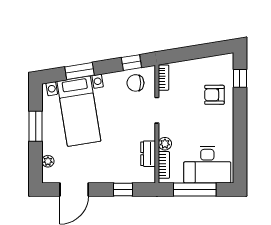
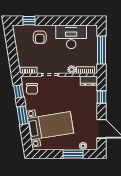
window: (80, 71) -> (23, 115), moved
window: (36, 126) -> (73, 154), moved
dresser: (148, 154) -> (89, 81), moved
desk: (207, 165) -> (71, 37), moved, turned -90

